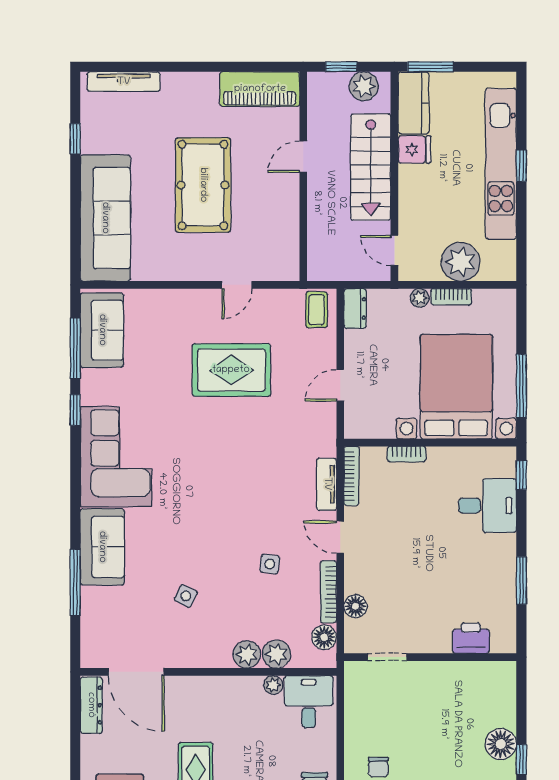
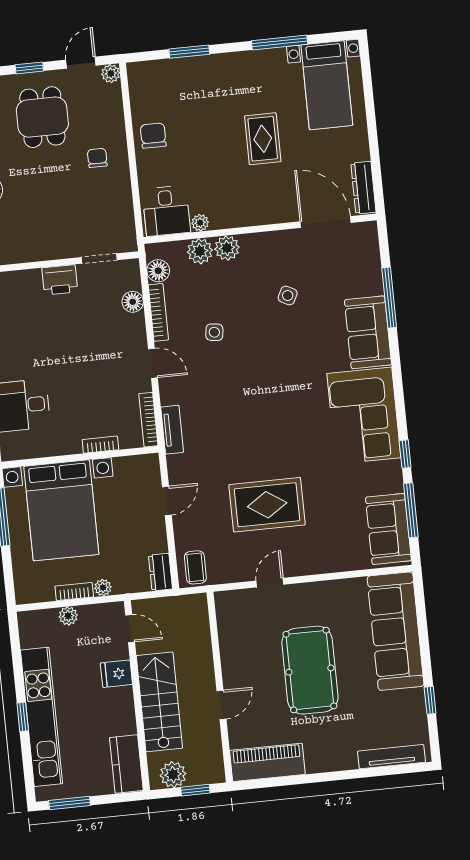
window: (430, 67) -> (70, 803), moved
fridge: (414, 149) -> (116, 674), moved
plant: (461, 262) -> (68, 616), width x0.53, depth x0.53
tv unit: (327, 484) -> (172, 430), moved
printer: (471, 638) -> (60, 280), moved

